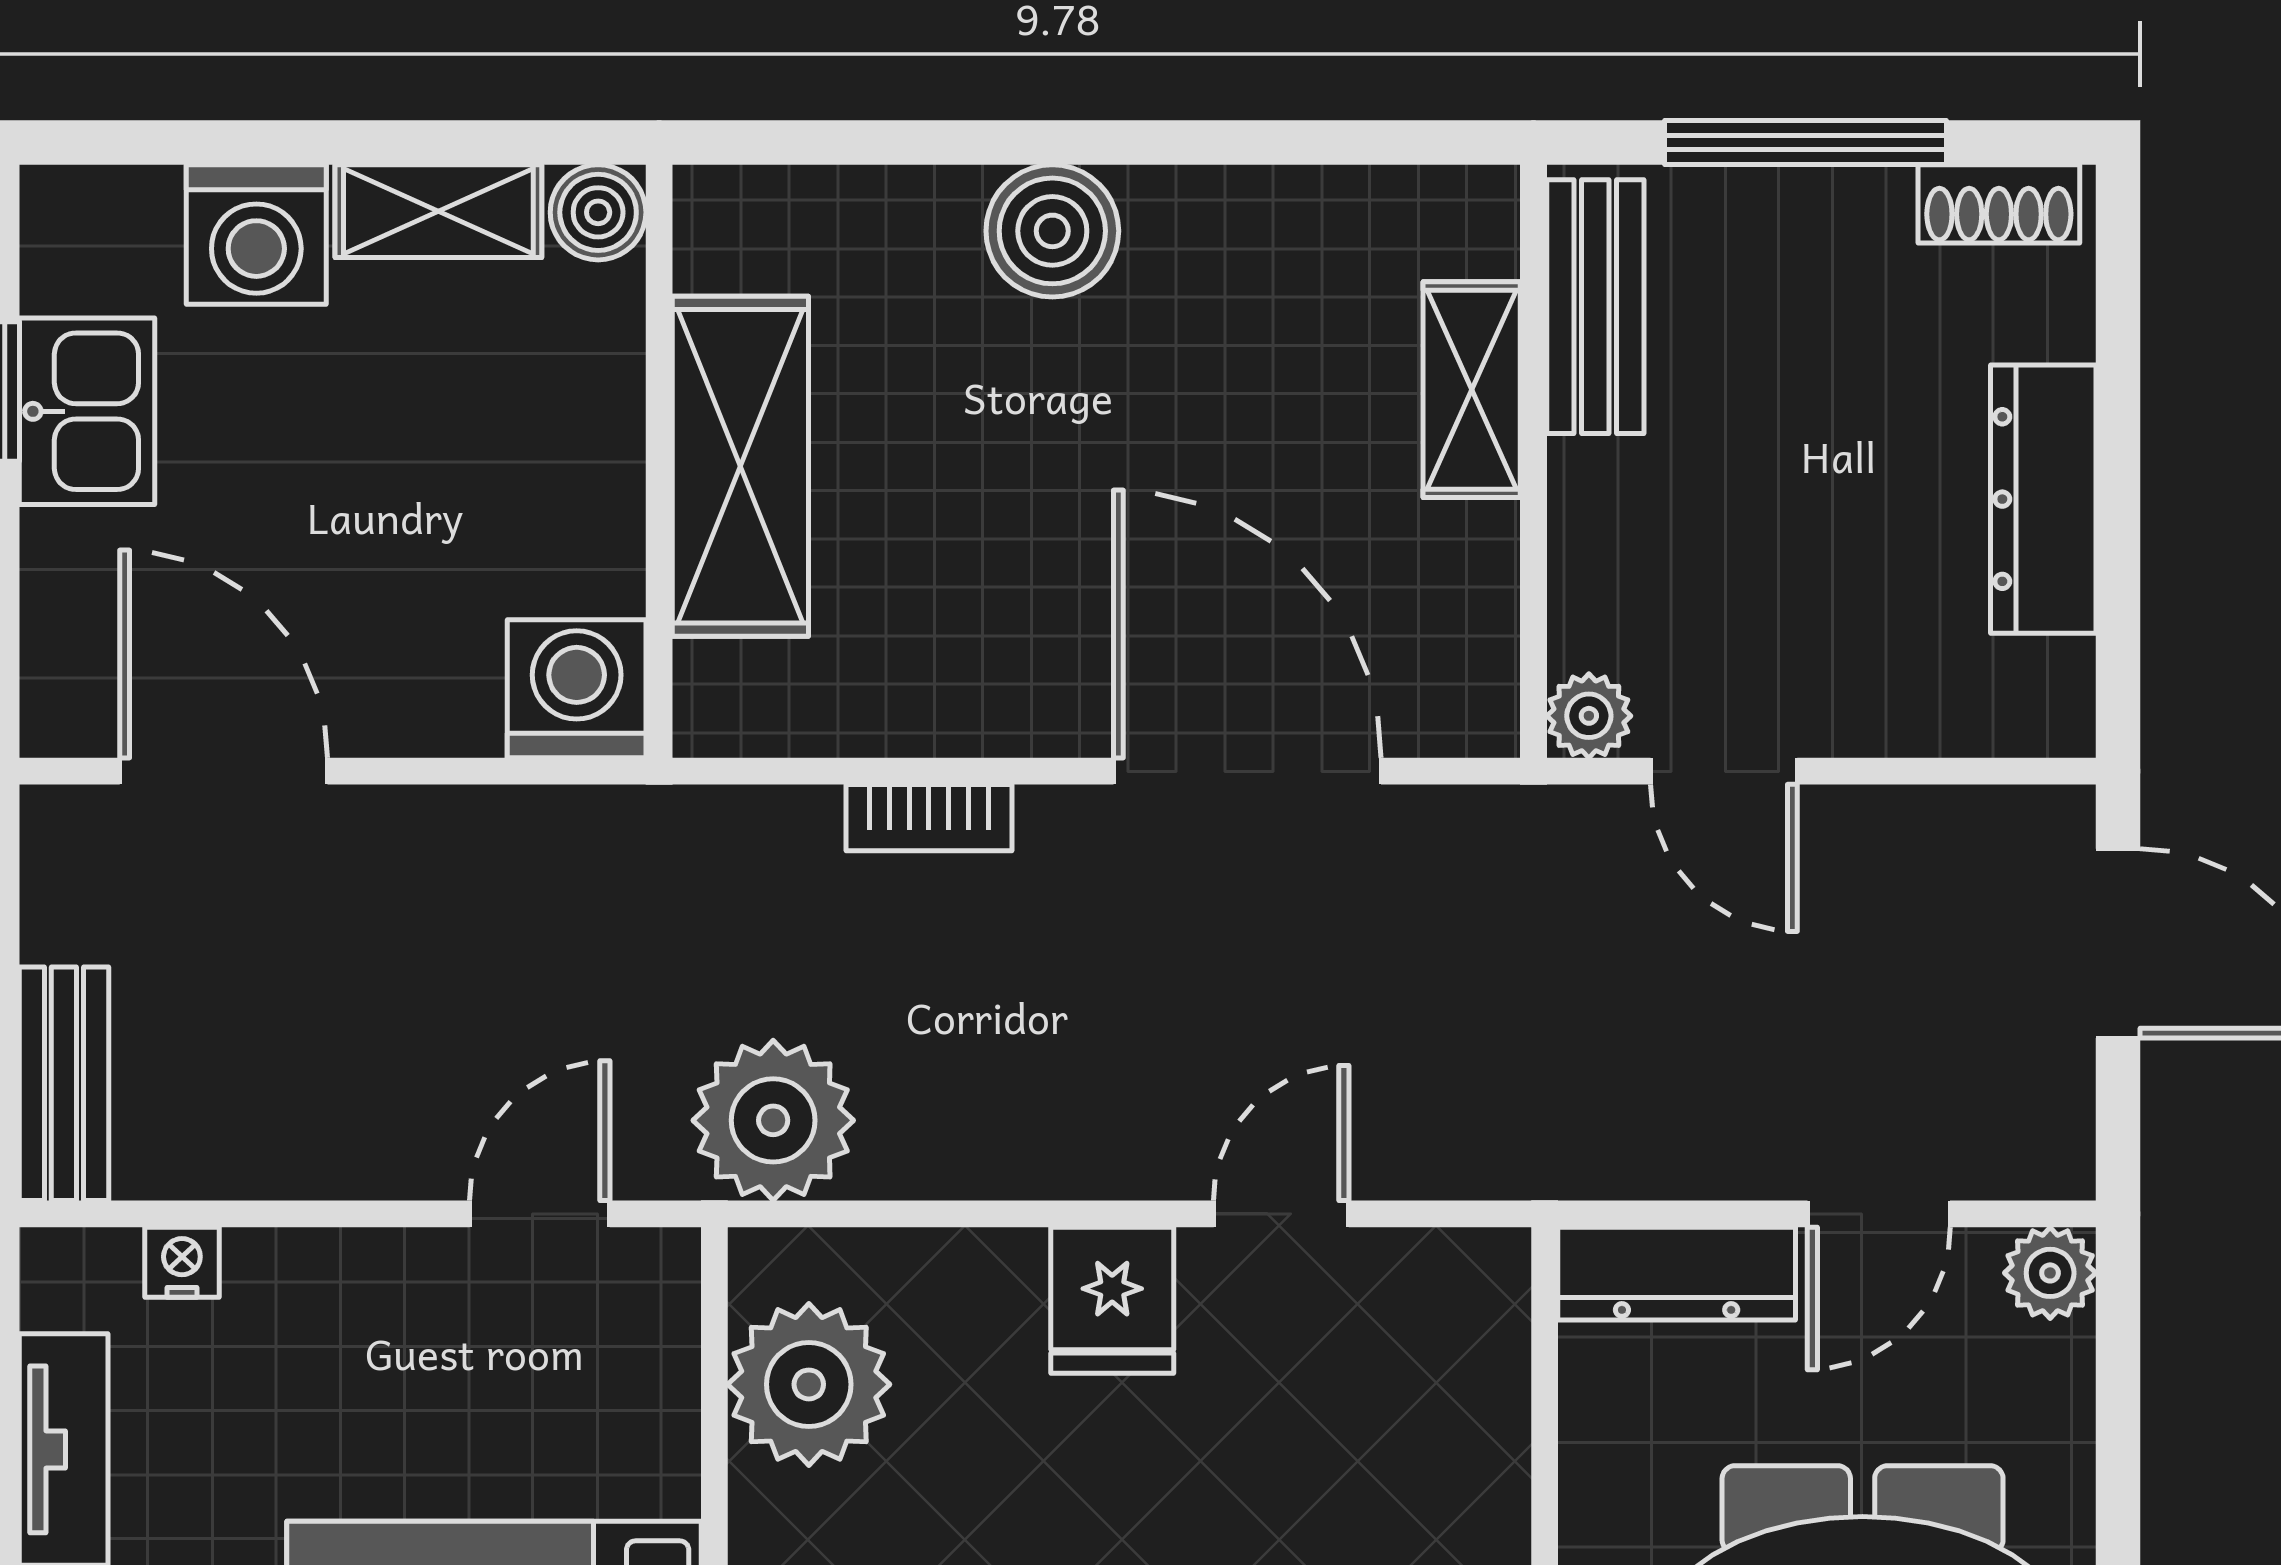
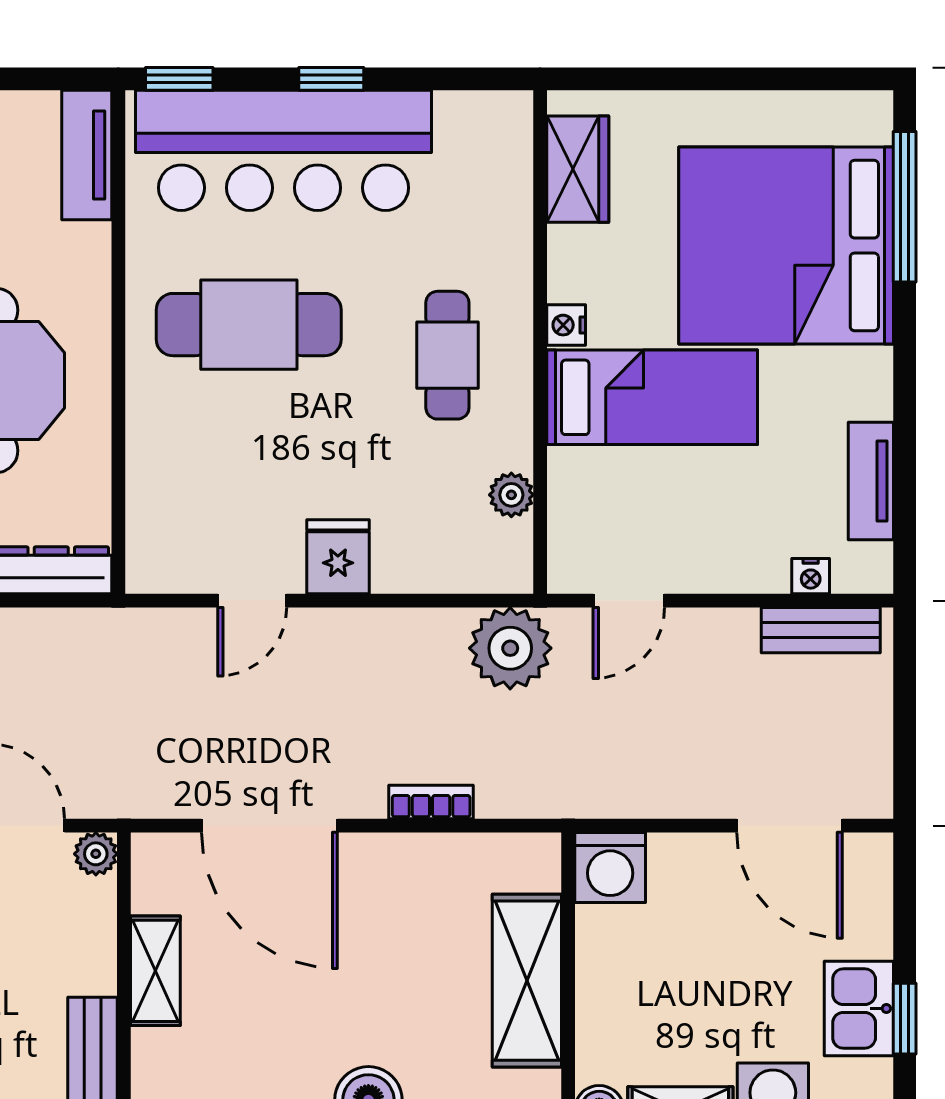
shelving: (1472, 390) -> (155, 971), moved
bench: (64, 1084) -> (821, 630), moved, turned 90
plant: (809, 1384) -> (511, 495), width x0.53, depth x0.53

